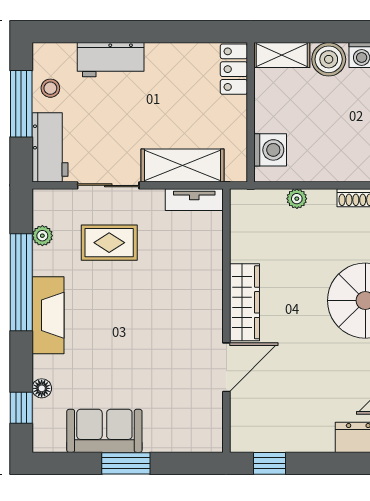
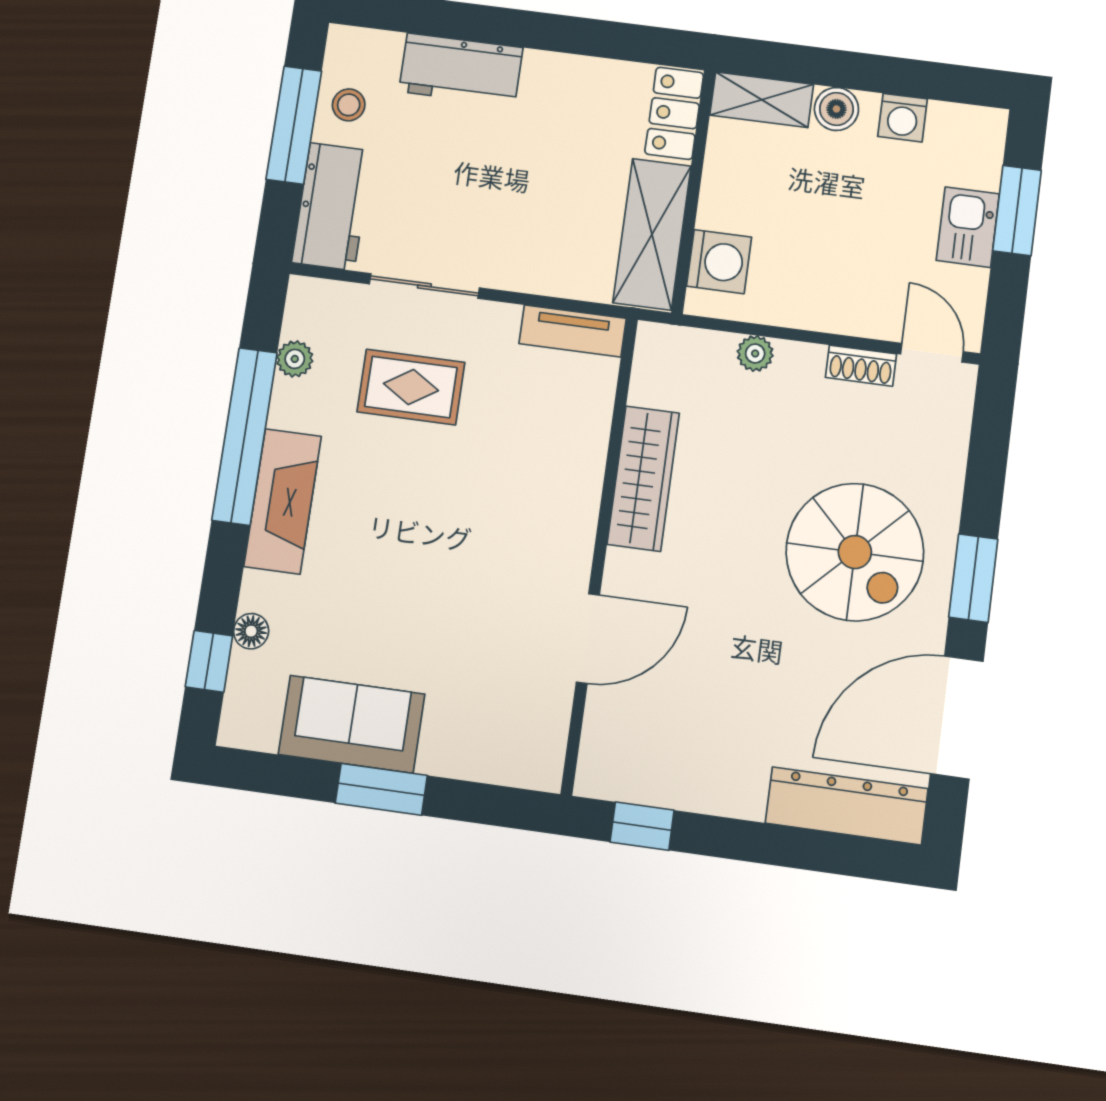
boiler: (329, 59) -> (836, 109), width x0.73, depth x0.73
shelving: (182, 165) -> (652, 234), moved, turned 90
wardrobe: (244, 302) -> (643, 479), moved

